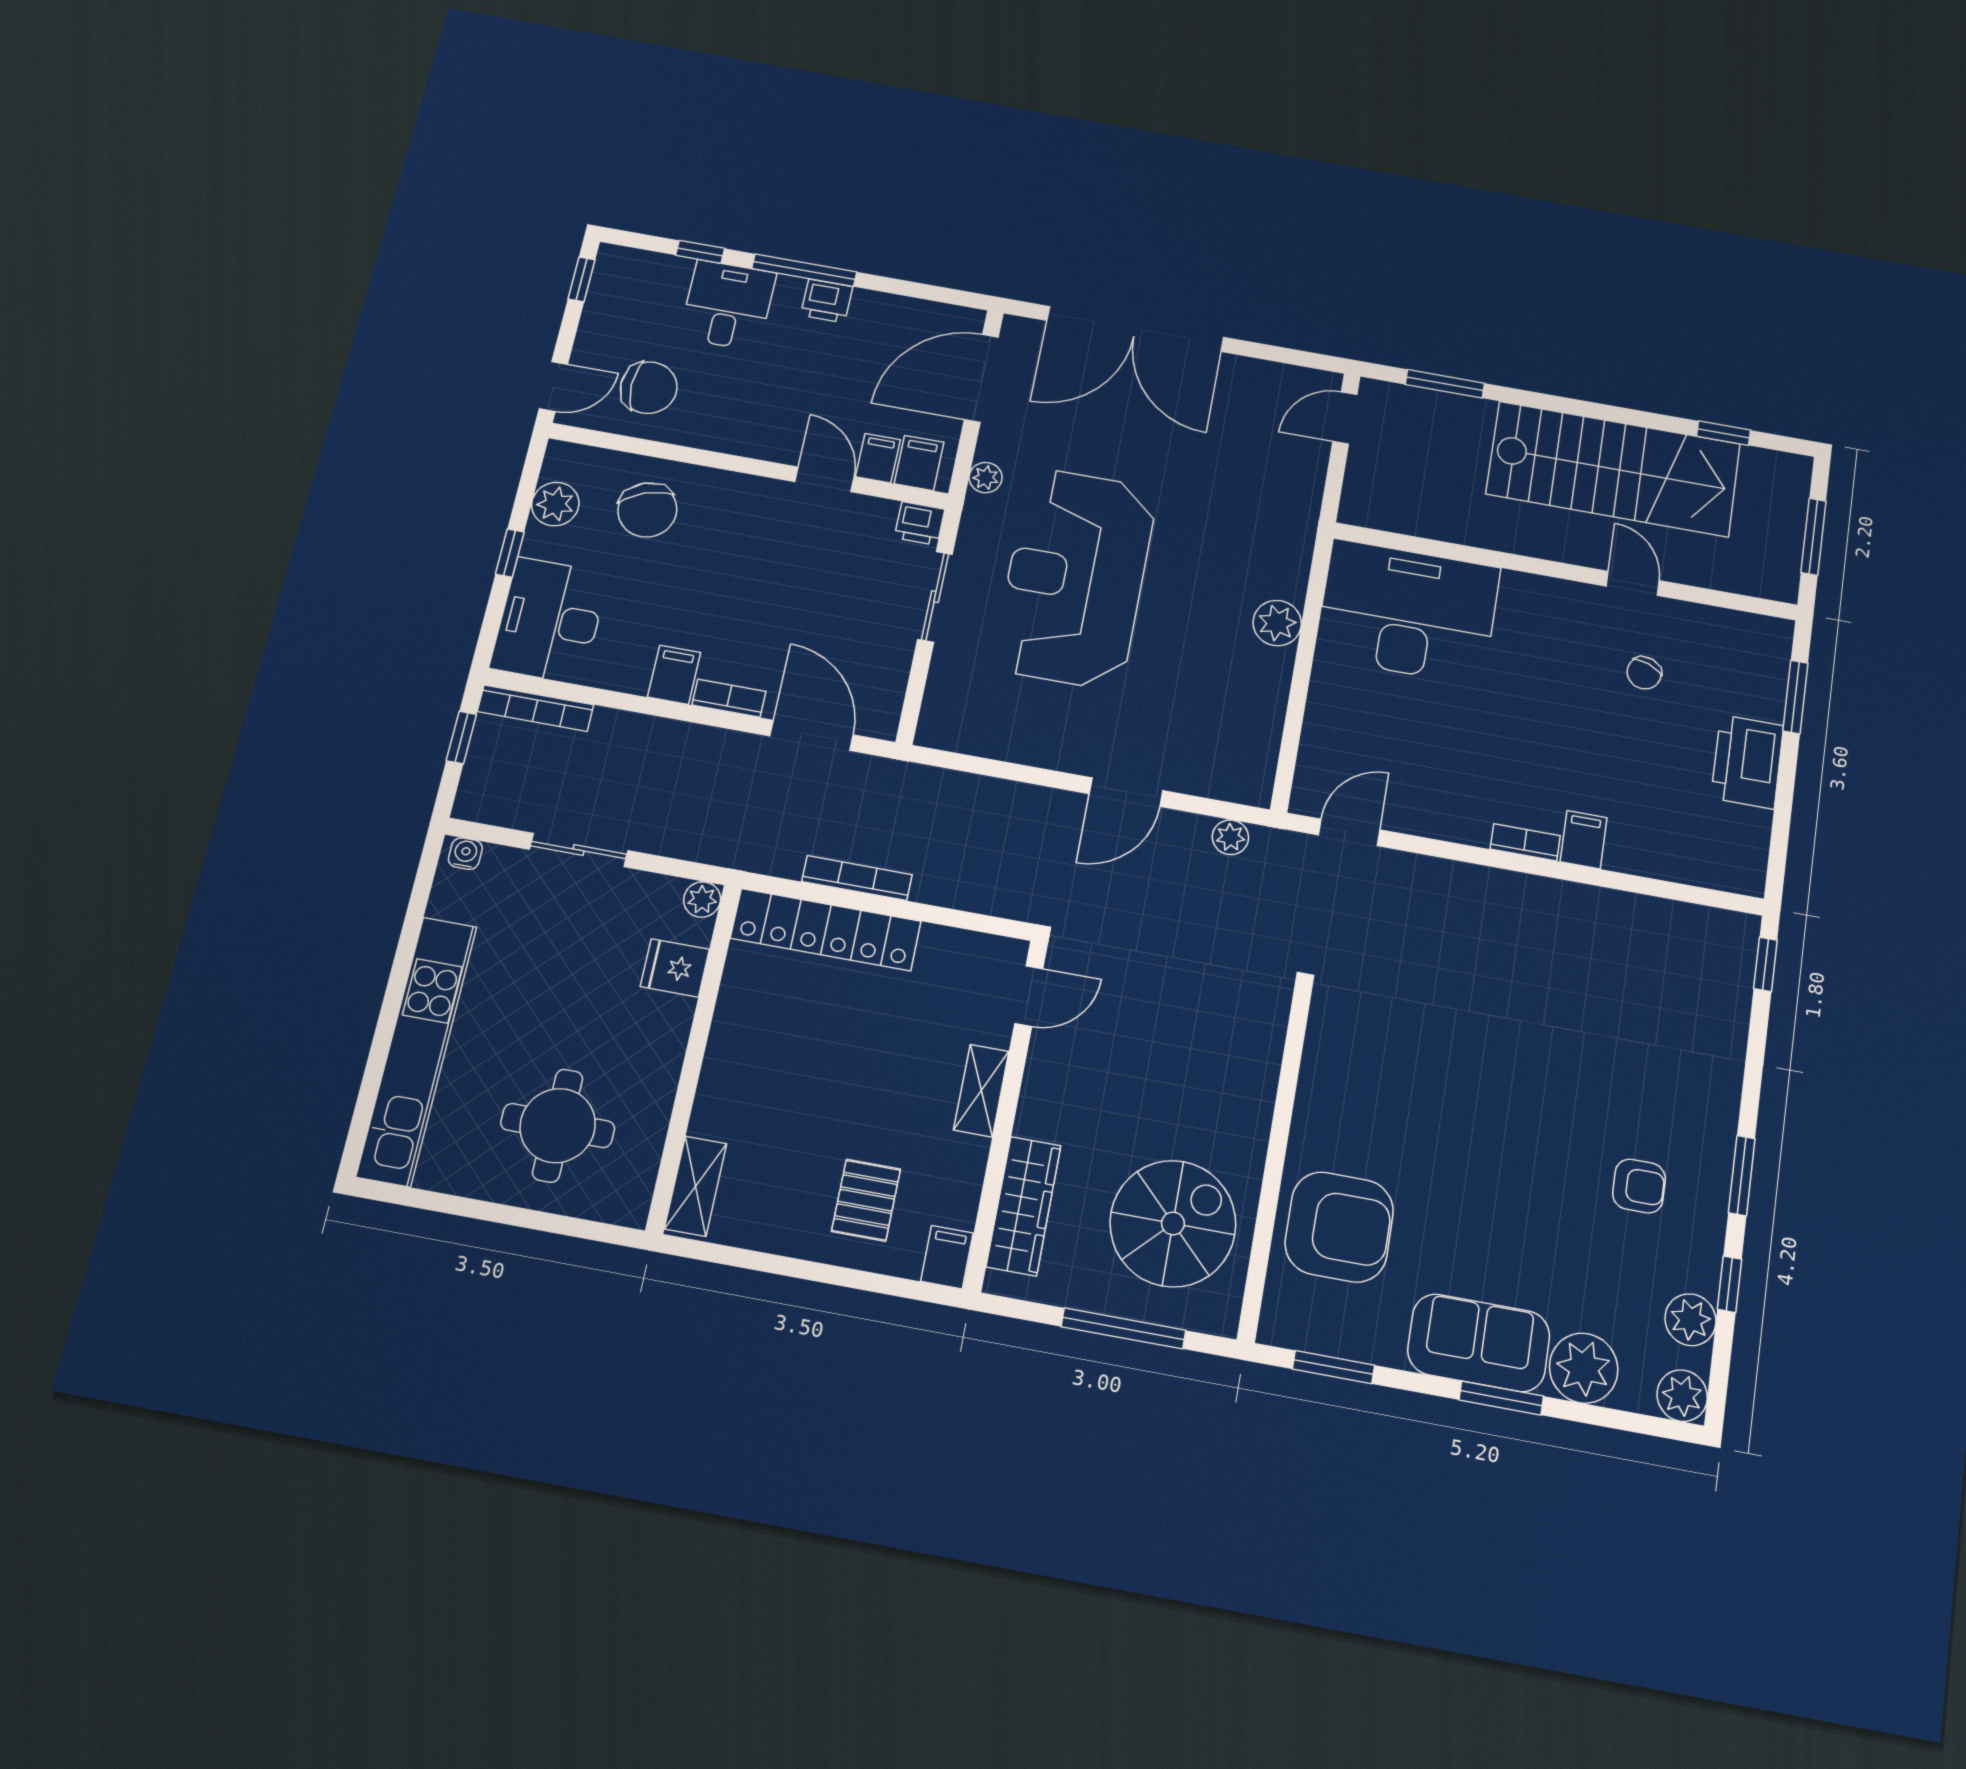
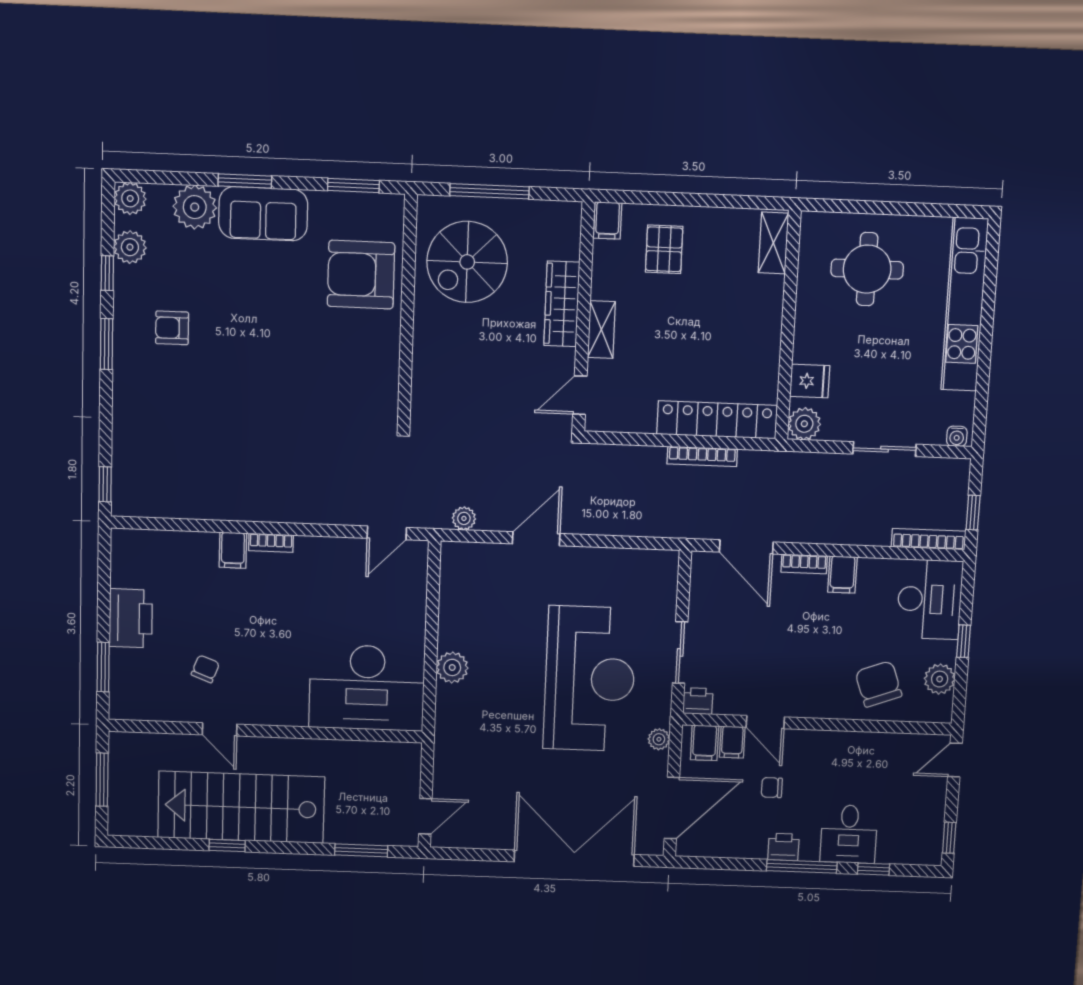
chair: (649, 388) -> (772, 788), moved, width x0.54, depth x0.54
window: (1724, 433) -> (227, 845), moved
plant: (702, 900) -> (804, 424), width x1.38, depth x1.38
wardrobe: (1024, 1206) -> (562, 304), moved

